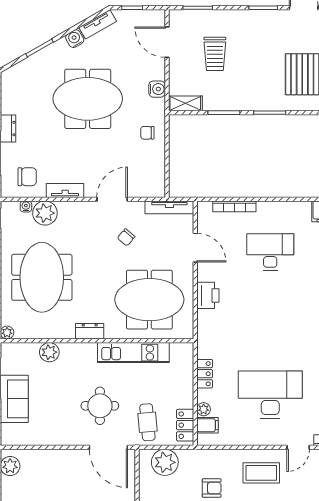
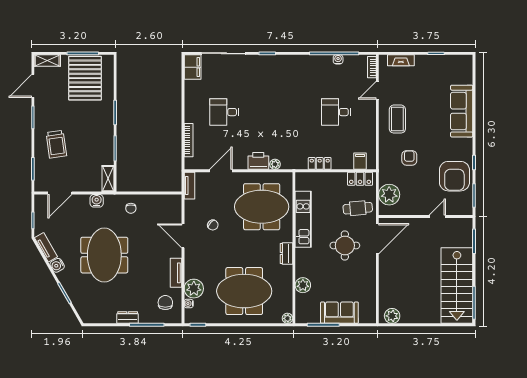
trolley: (215, 54) -> (56, 144), moved, turned 82
tv unit: (169, 207) -> (189, 186), width x0.71
desk: (270, 252) -> (224, 112), width x0.73
meeting table: (149, 300) -> (262, 207), turned 90
desk: (270, 395) -> (336, 112), width x0.53, depth x0.77
plant: (204, 409) -> (275, 164), moved
door: (298, 447) -> (377, 90), swing flipped

